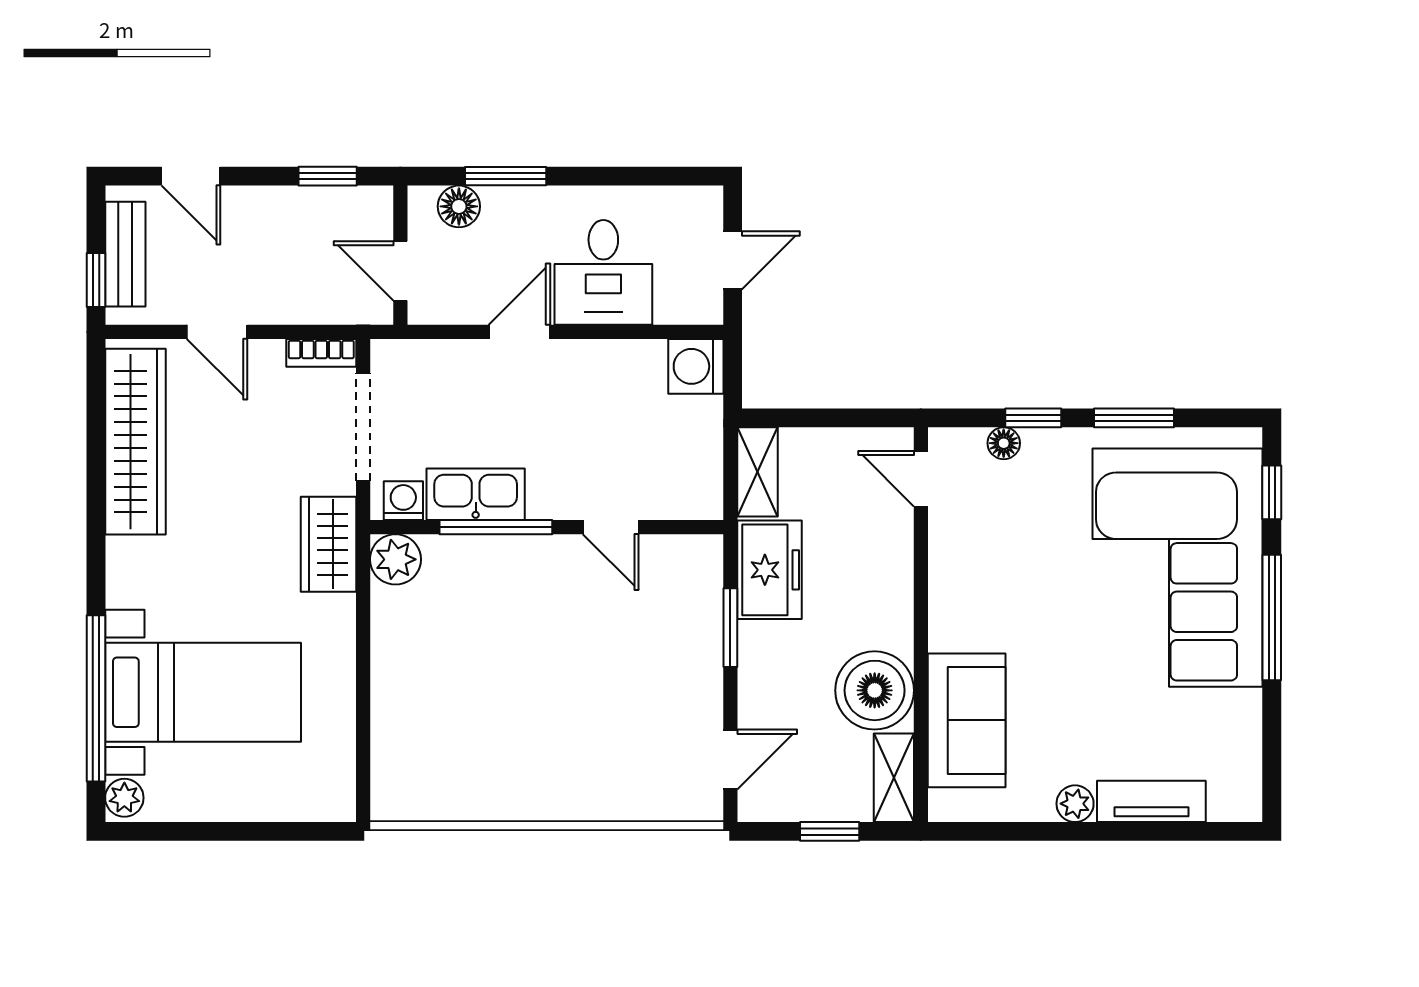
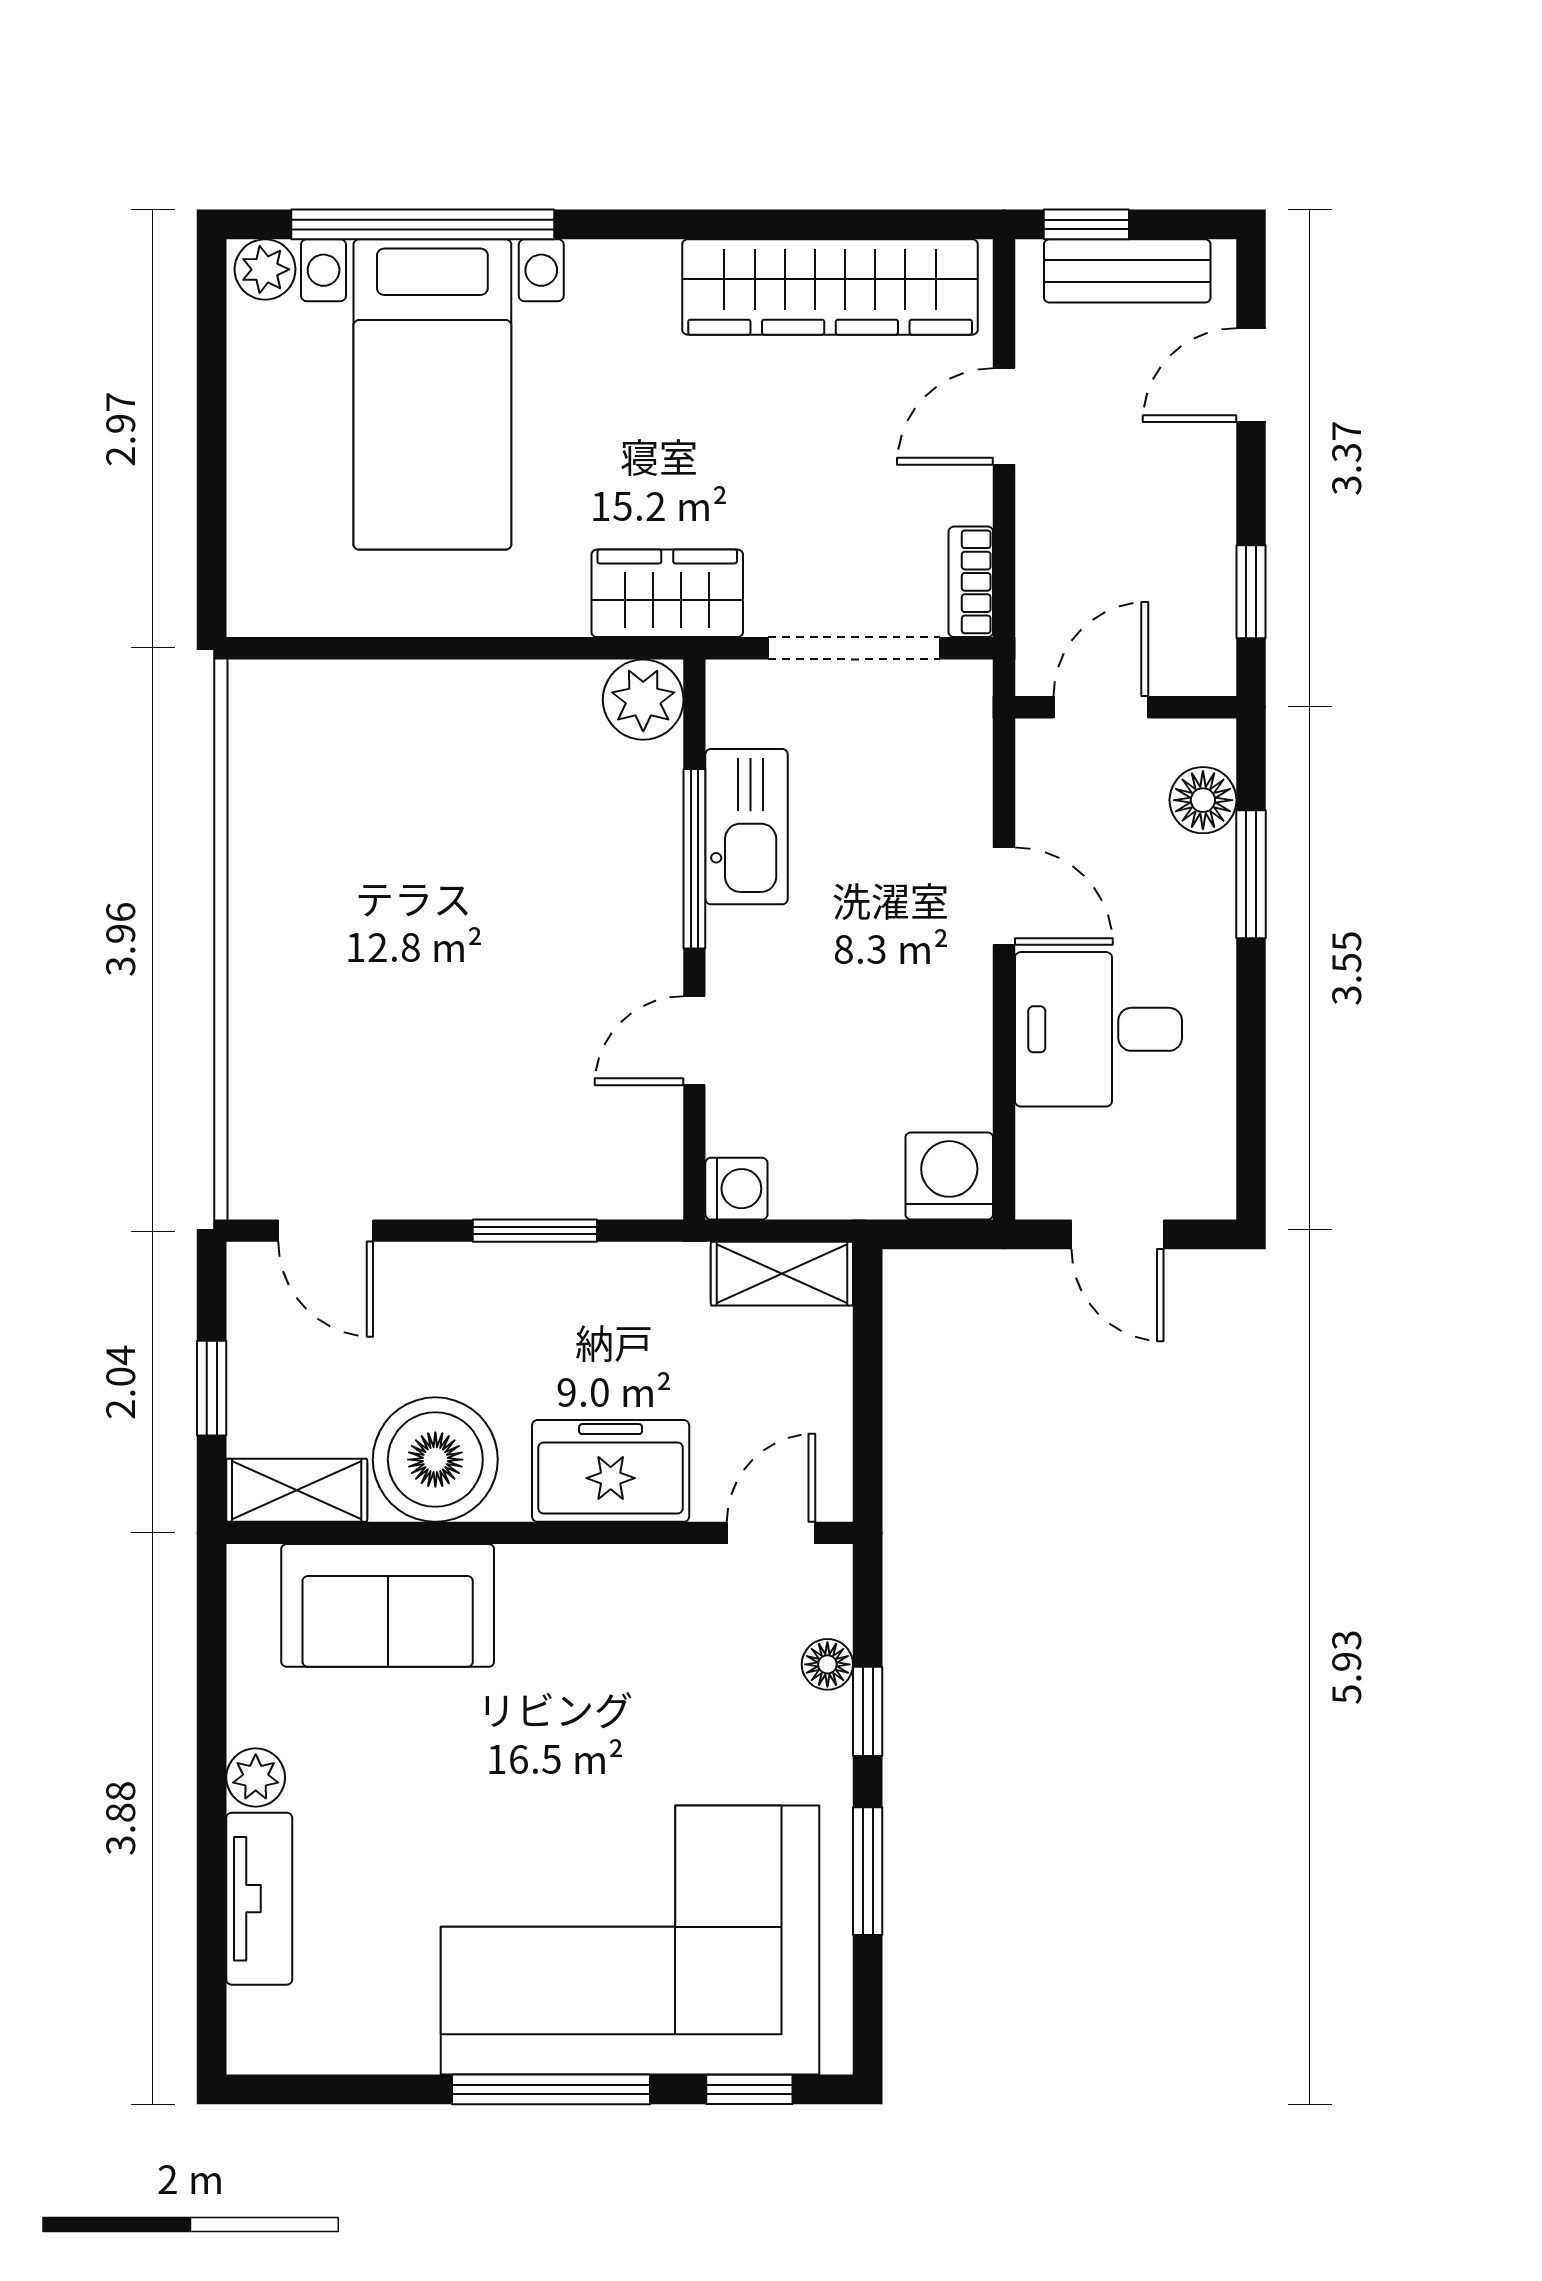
washing machine: (403, 501) -> (736, 1189), moved
freezer: (769, 570) -> (611, 1471), moved, turned 180

